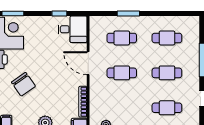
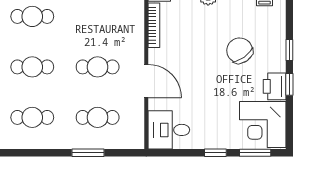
window: (59, 13) -> (215, 153), moved

